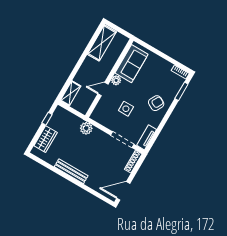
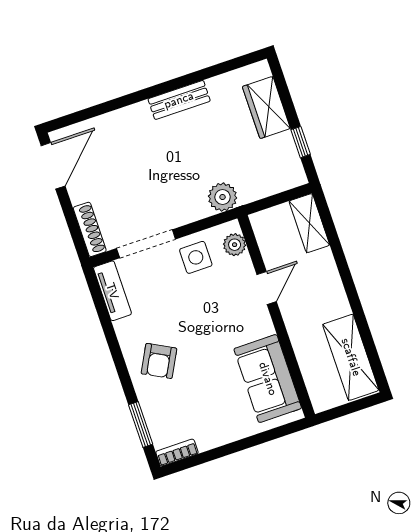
plant: (116, 80) -> (235, 245), moved
side table: (126, 109) -> (196, 257), moved
bench: (71, 171) -> (179, 100), width x0.73

